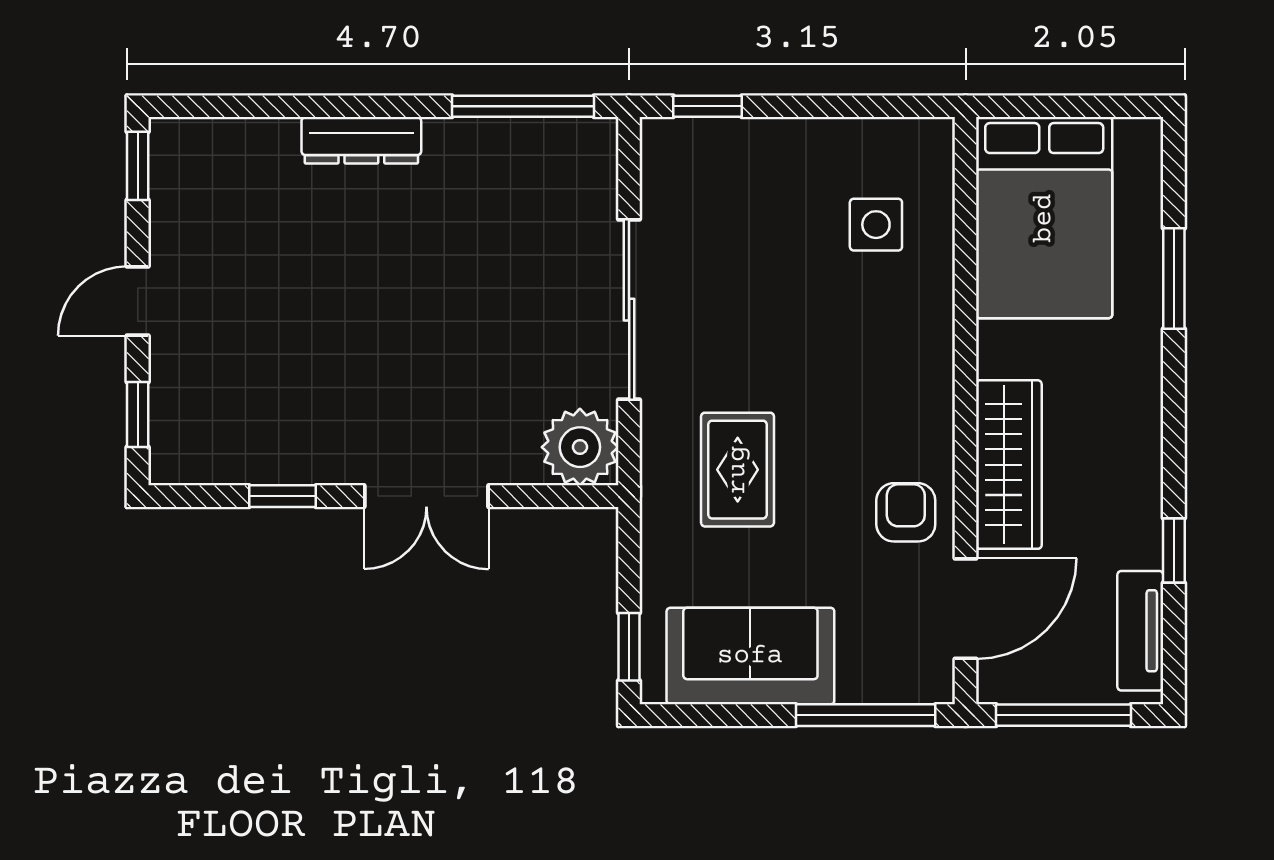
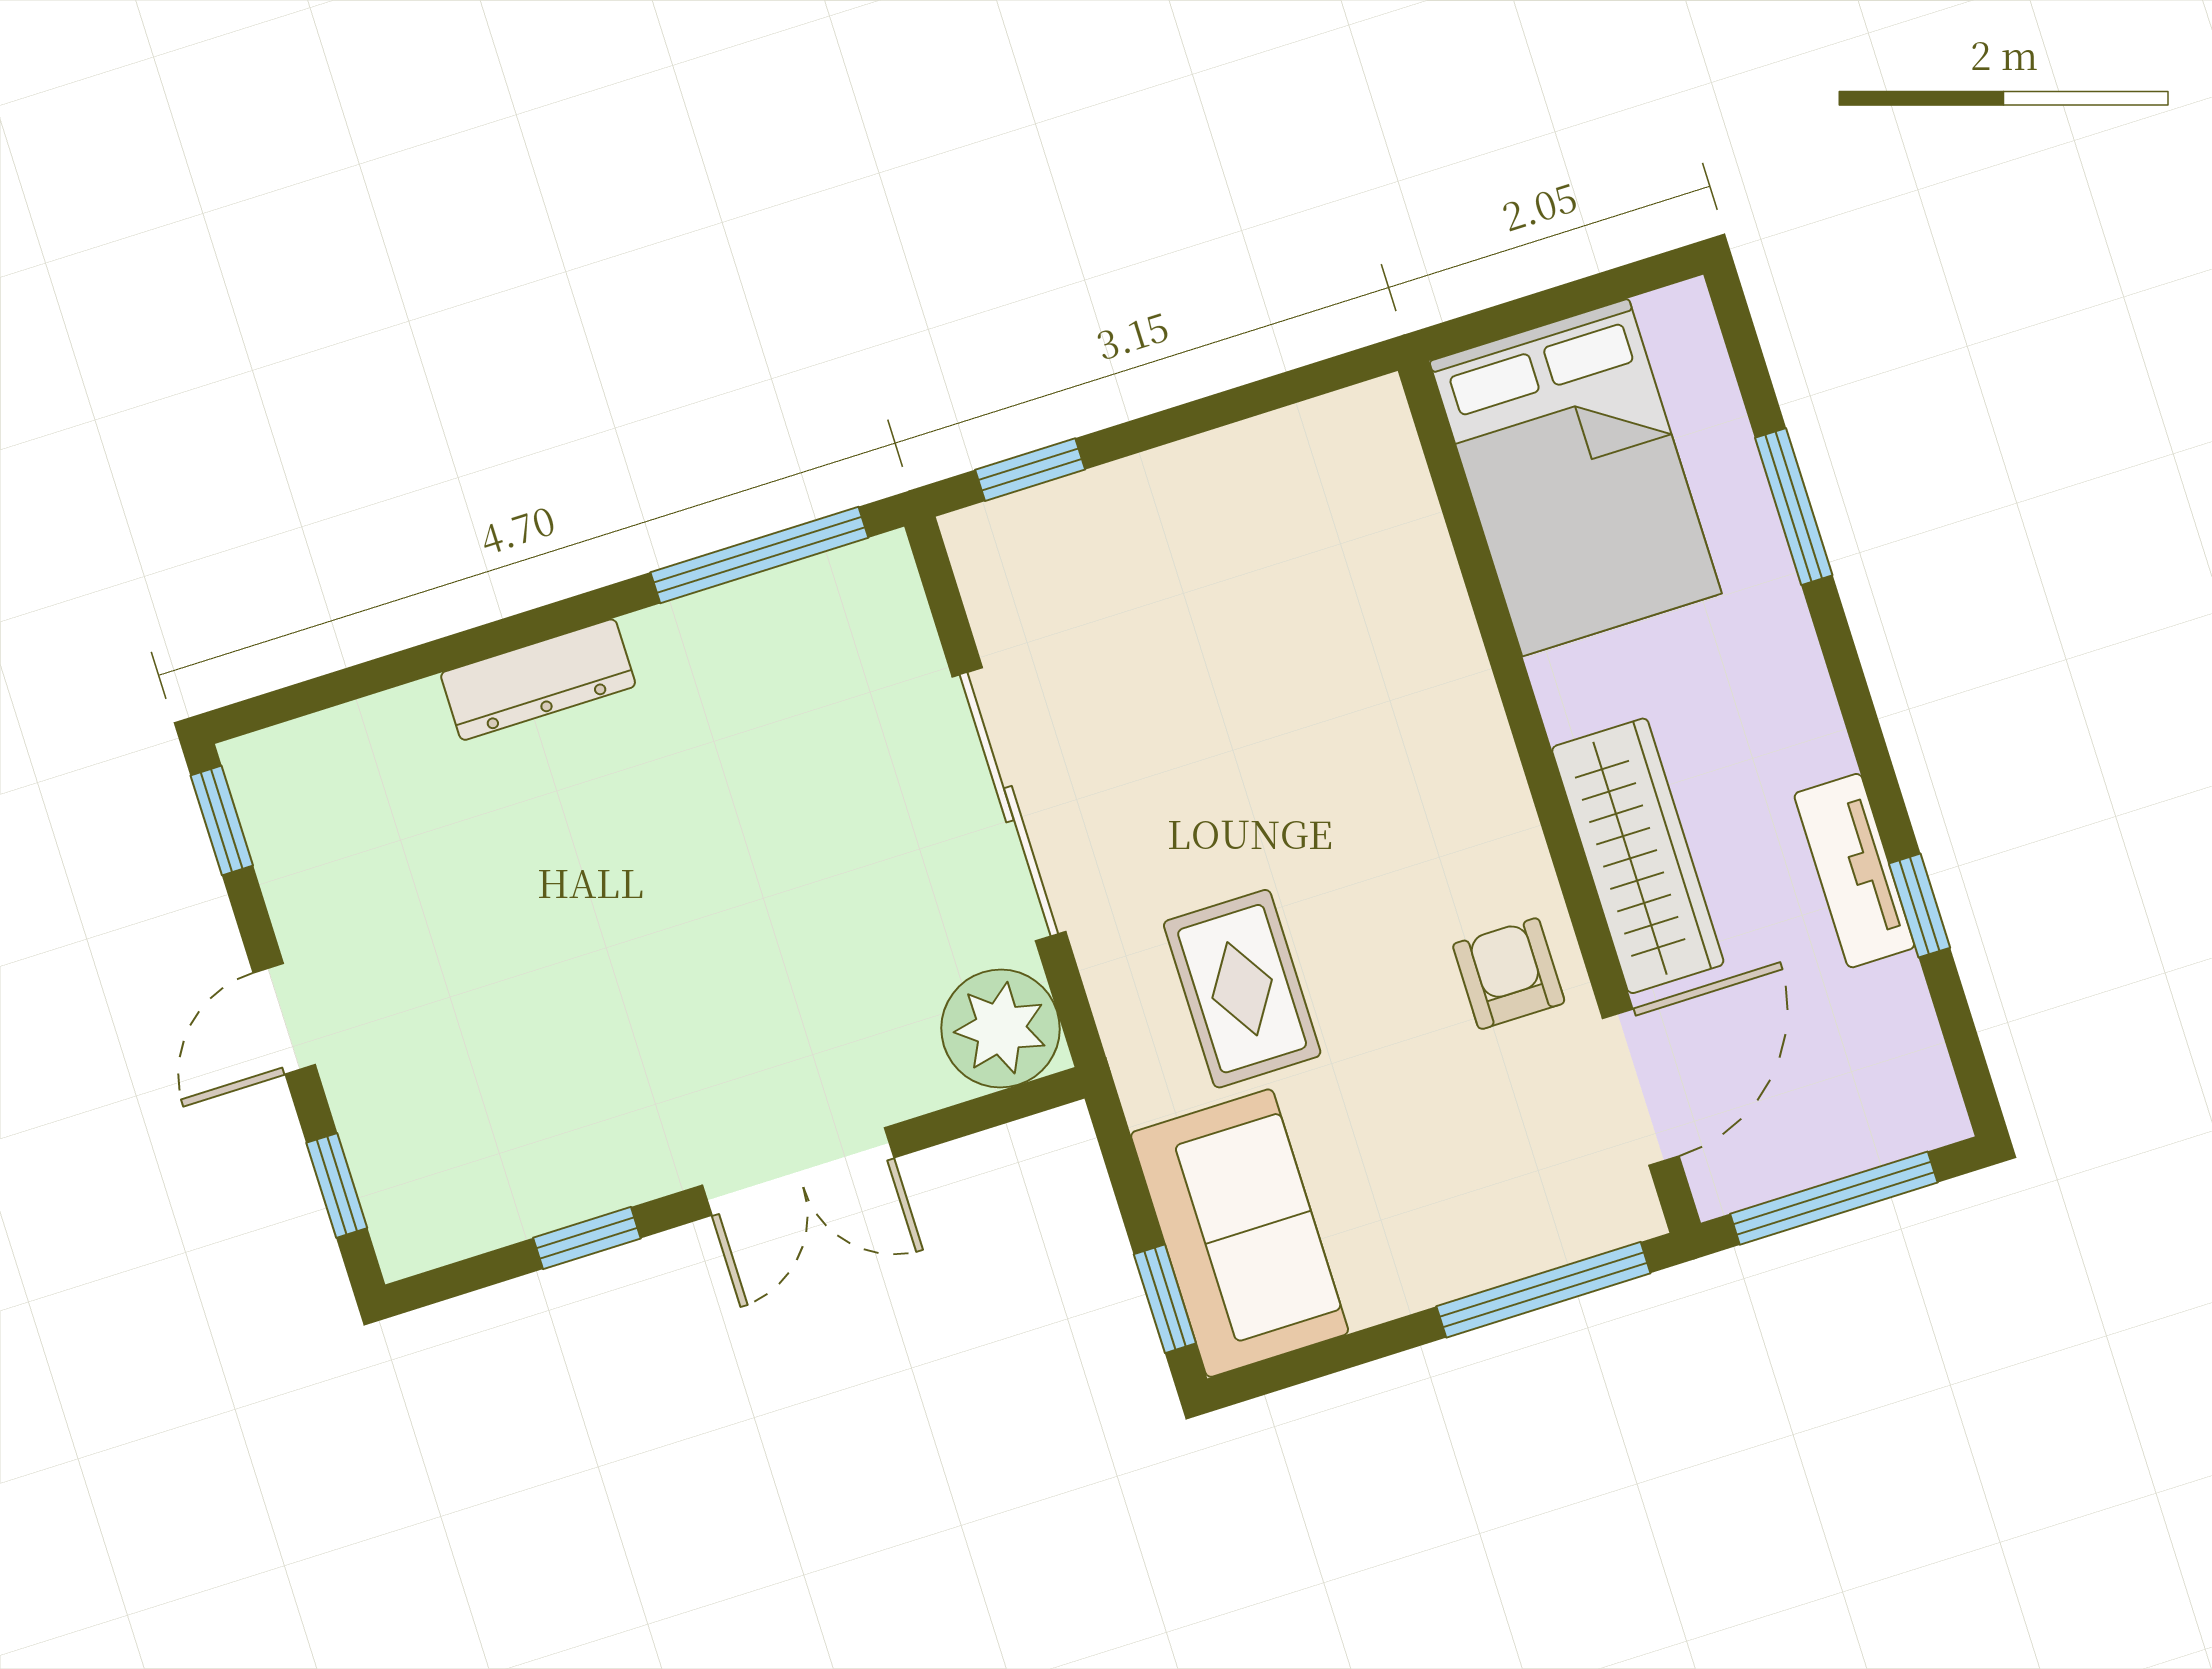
side table: (876, 225) -> (1332, 565), removed
tv unit: (1140, 631) -> (1854, 871), moved
sofa: (750, 656) -> (1240, 1233), moved, turned 90

